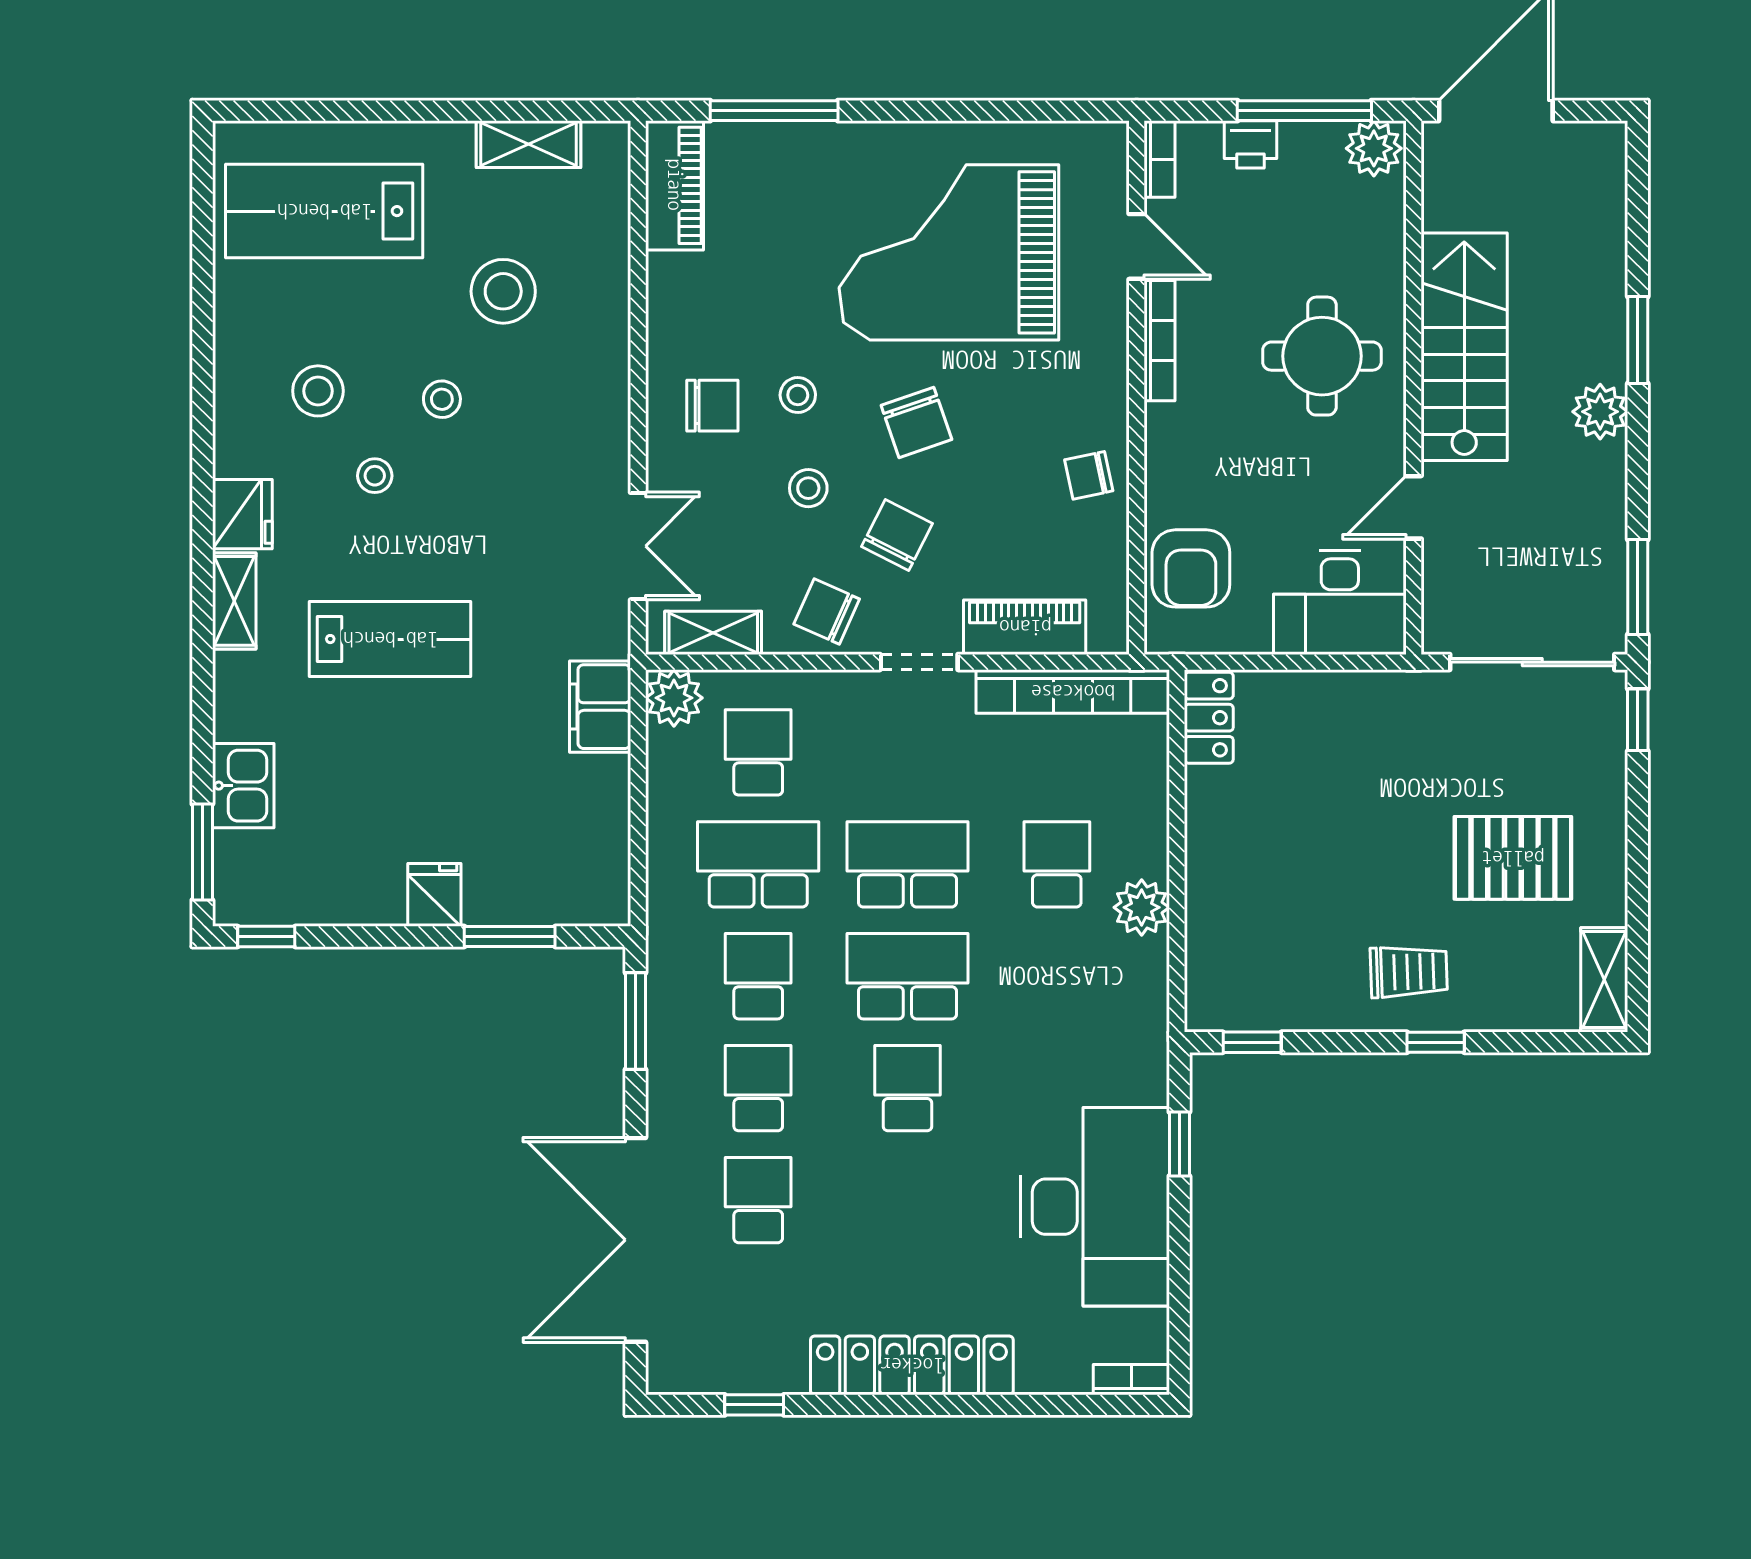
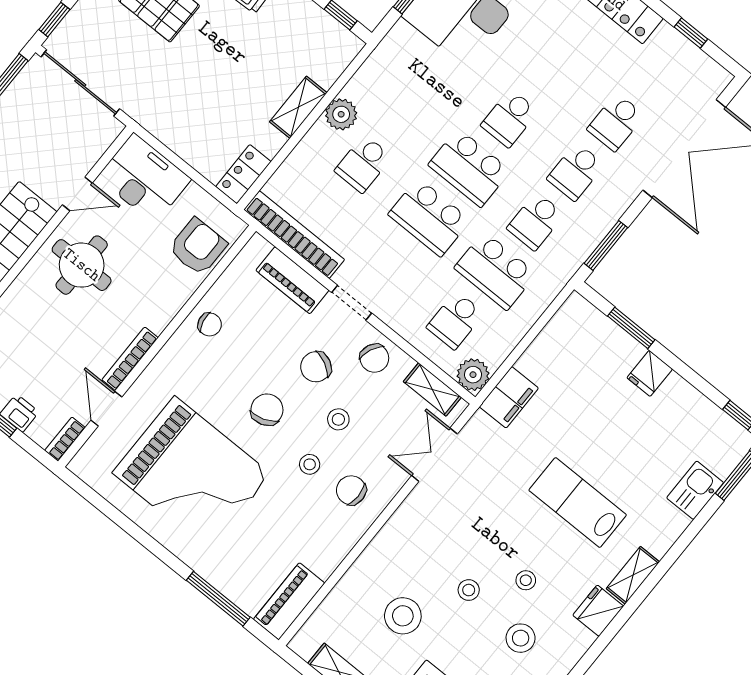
round table: (1322, 356) -> (82, 265), moved
shelving: (1208, 870) -> (298, 107), added

